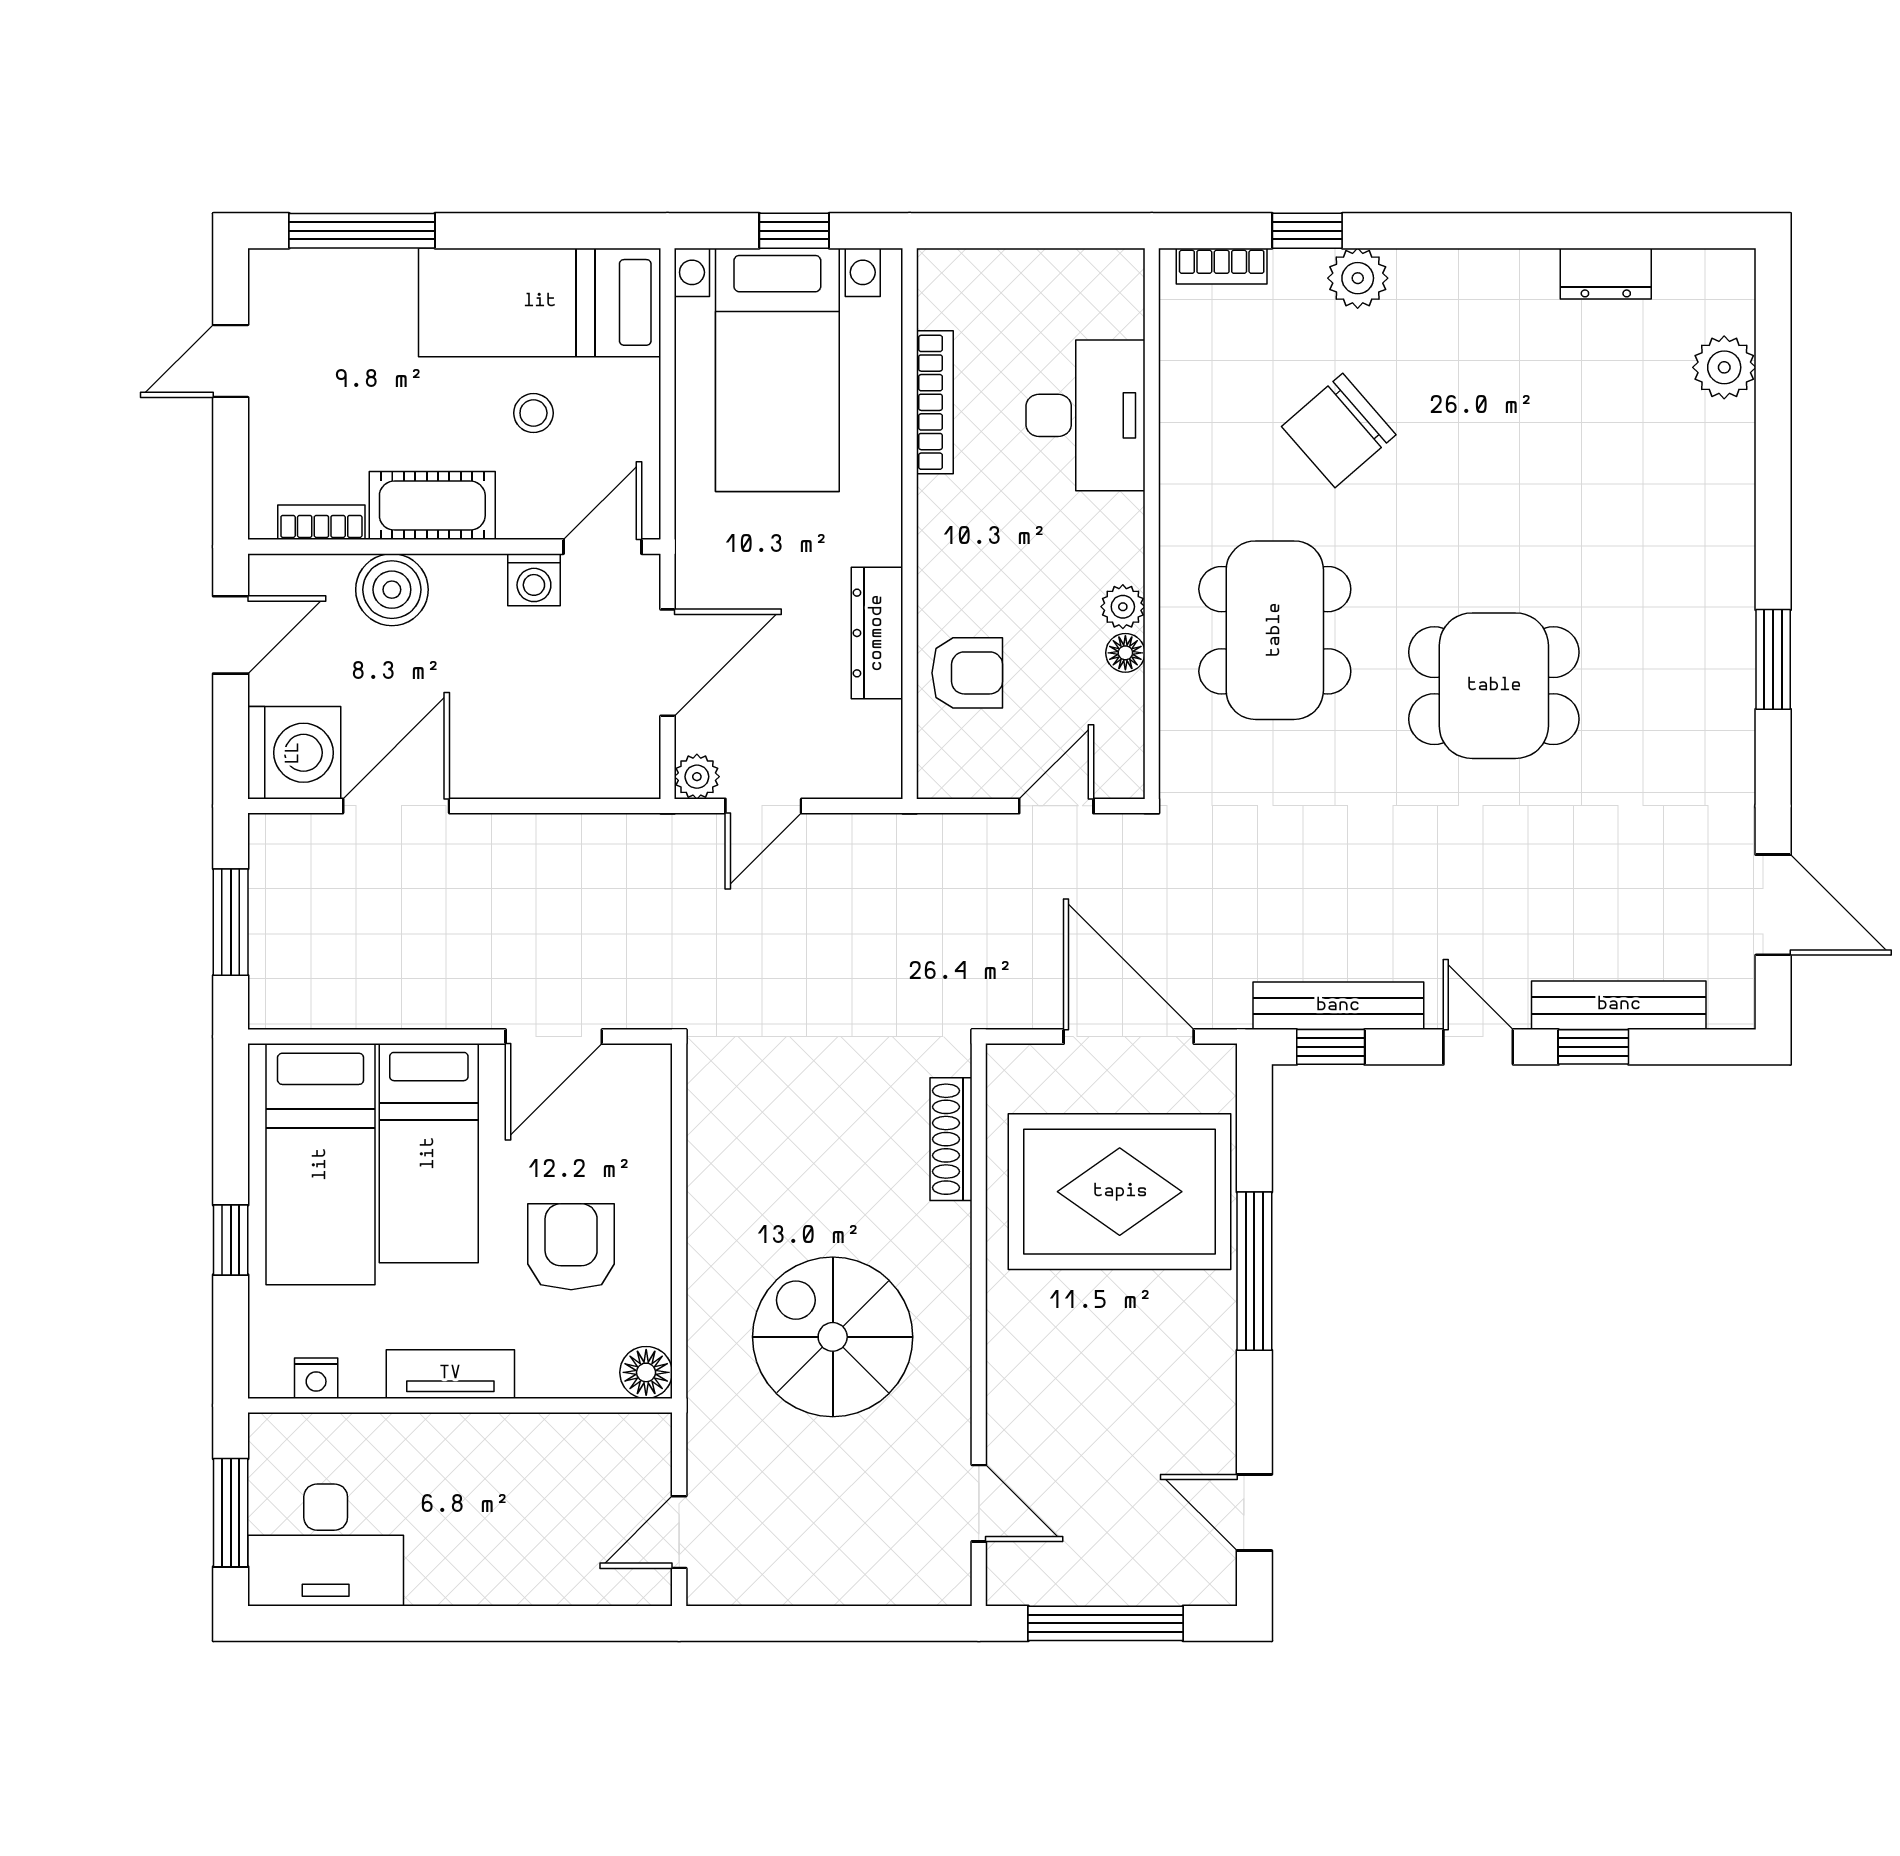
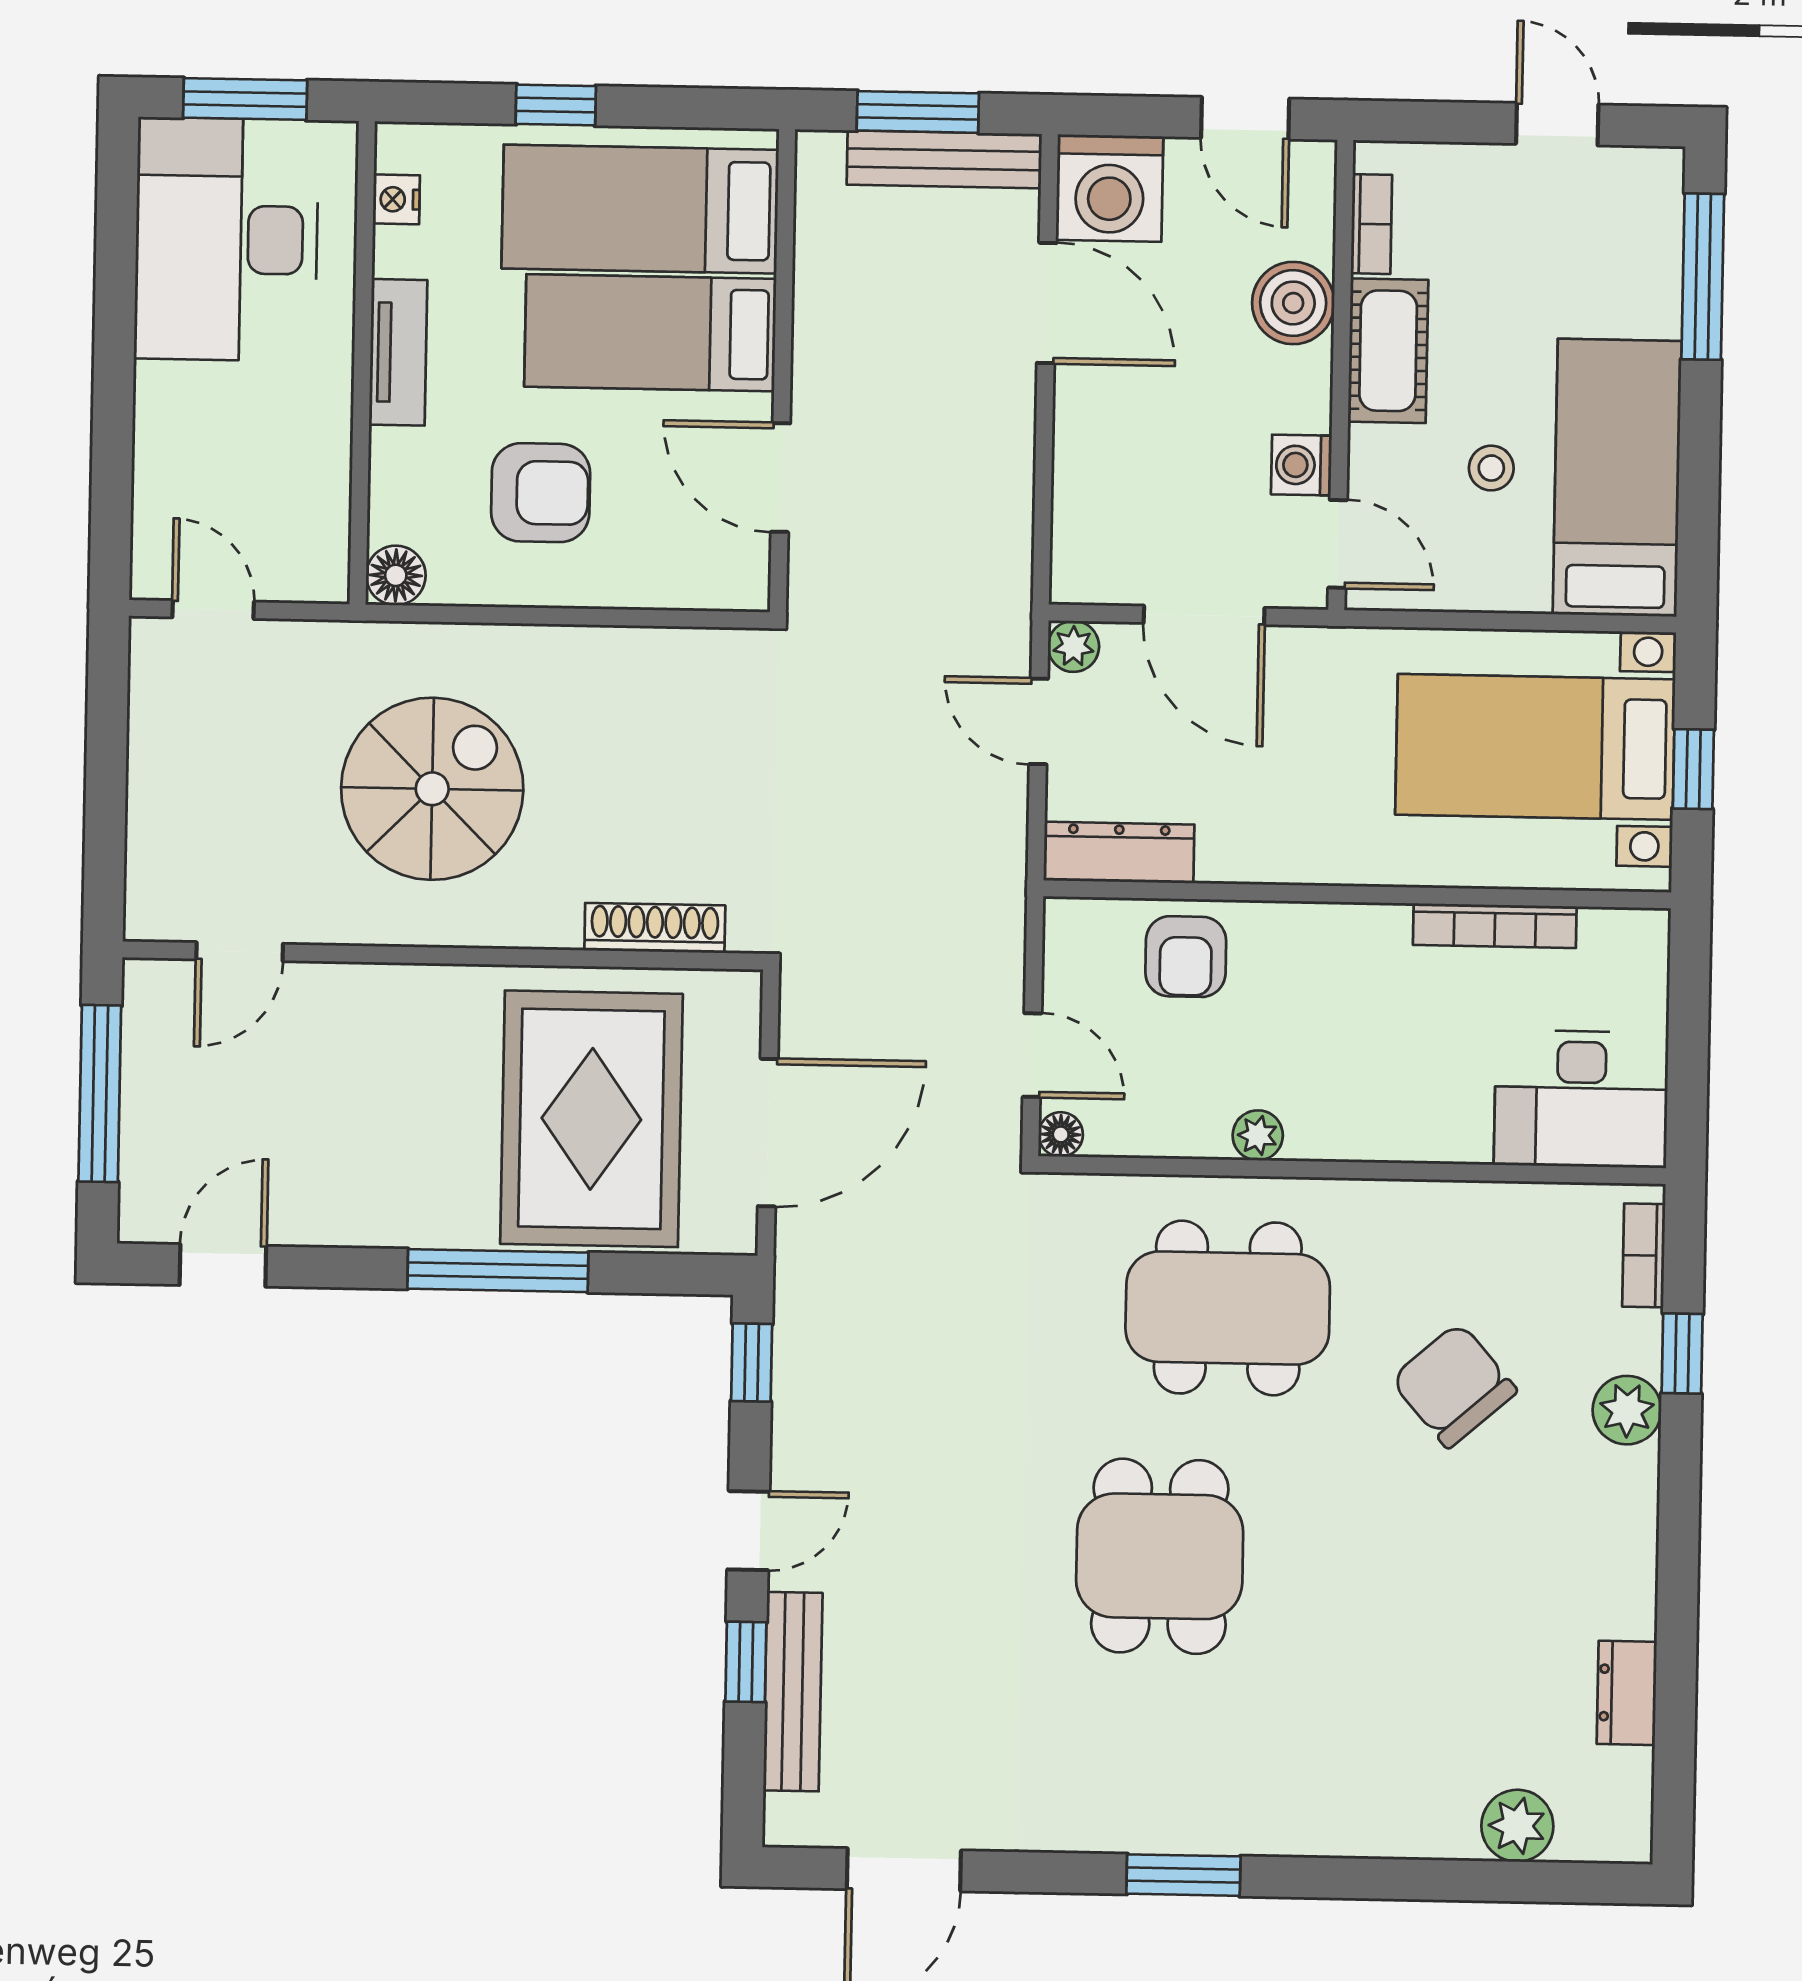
desk: (1085, 415) -> (1581, 1099), moved
dresser: (877, 633) -> (1119, 852), moved
floor lamp: (1125, 653) -> (1061, 1134), moved
bench: (1338, 1006) -> (944, 159), moved, turned 90
desk: (326, 1545) -> (226, 239), width x1.36, depth x1.30

